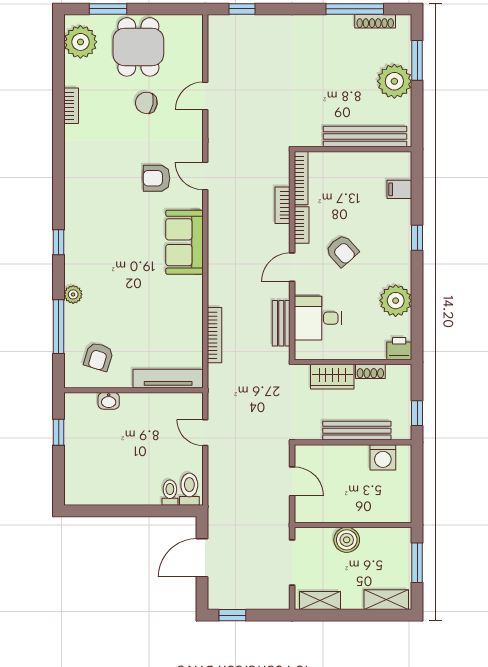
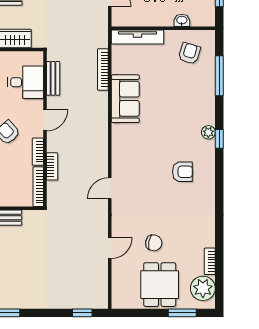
bookcase: (71, 106) -> (210, 261), moved
door: (205, 176) -> (110, 188), swing flipped
armchair: (157, 178) -> (182, 172), moved
sofa: (184, 242) -> (125, 99), moved
plant: (73, 294) -> (208, 132), moved

